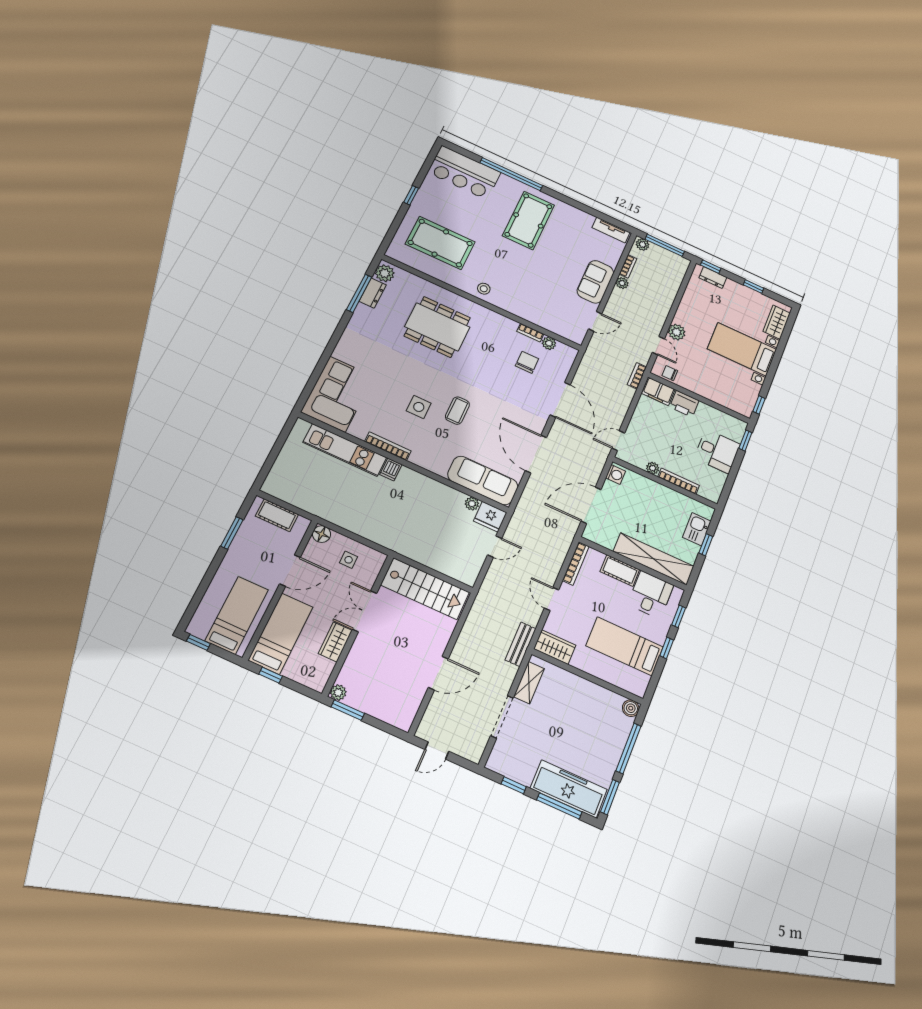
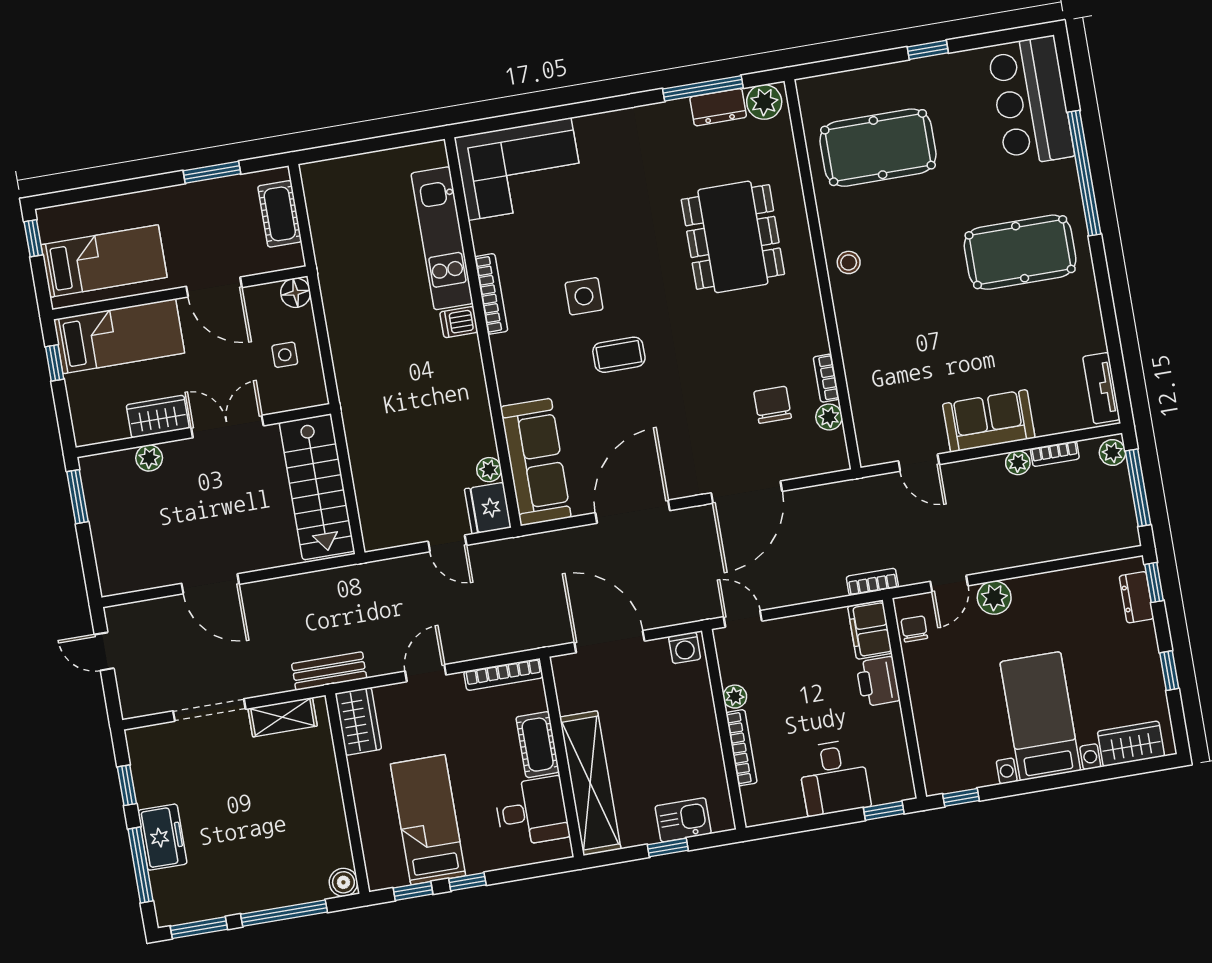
pool table: (440, 243) -> (878, 148), turned 90
chair: (527, 362) -> (773, 405), turned -90
window: (679, 616) -> (413, 891), moved
plant: (338, 692) -> (149, 458), moved
freezer: (569, 789) -> (162, 837), width x0.52, depth x0.79

